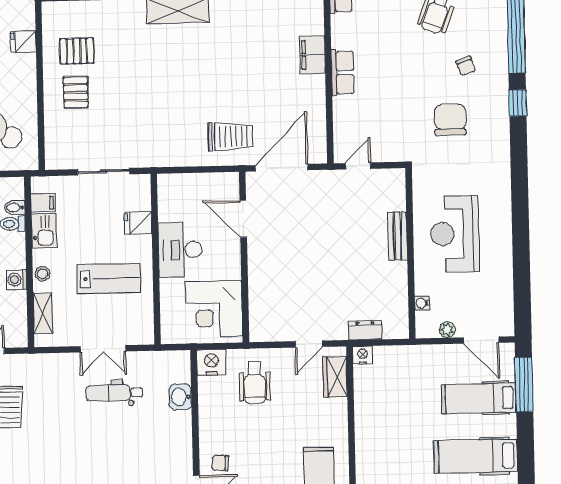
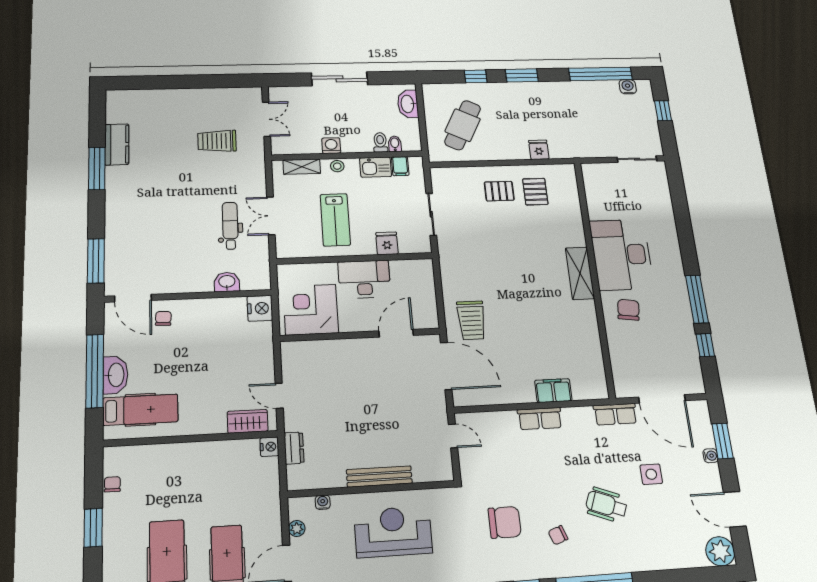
bench: (398, 236) -> (379, 476), width x1.36
wheelchair: (255, 383) -> (241, 347), removed

